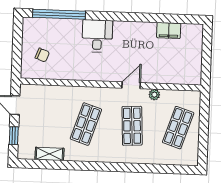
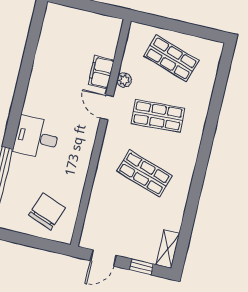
filing cabinet: (169, 30) -> (101, 72), moved, turned 180
chair: (42, 55) -> (47, 211), width x1.87, depth x1.87
shelving: (49, 154) -> (168, 249), moved

